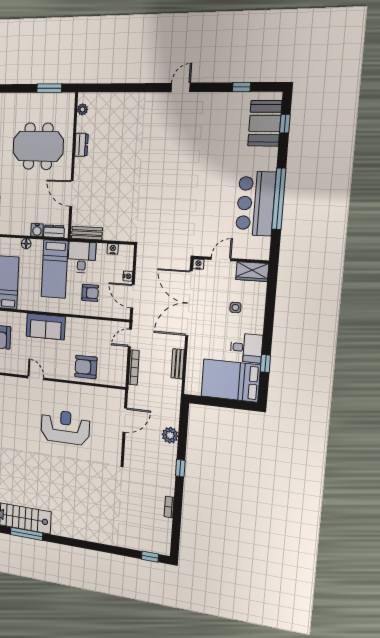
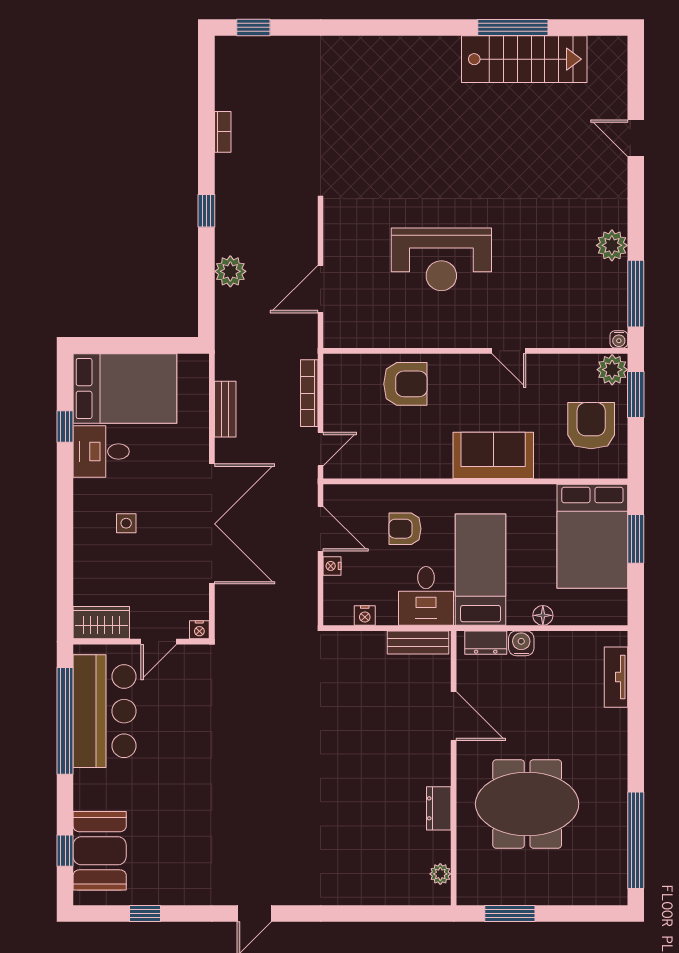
door: (221, 259) -> (159, 642), moved
wall: (231, 260) -> (141, 642), moved
nightstand: (198, 264) -> (199, 630), moved
wardrobe: (252, 272) -> (101, 623), moved

